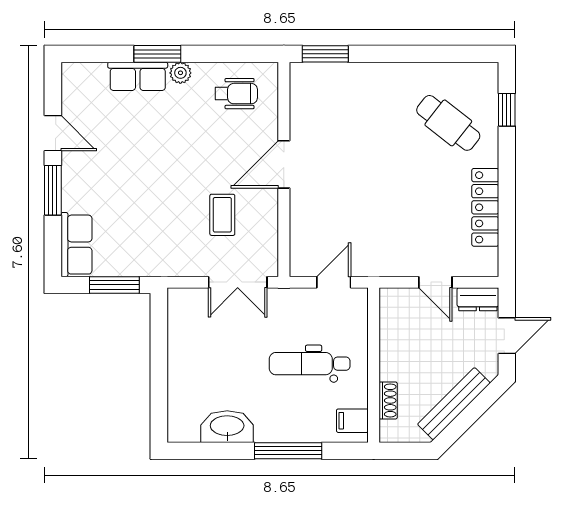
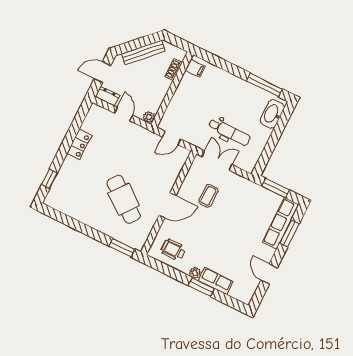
cafe table: (448, 123) -> (124, 199), moved, width x1.37, depth x1.35
window: (53, 190) -> (289, 234), moved
locker: (485, 207) -> (79, 144), width x0.66
row of seats: (76, 245) -> (281, 223), width x1.48
plant: (390, 299) -> (149, 117), added
dental chair: (310, 364) -> (230, 132), moved
washbasin: (227, 427) -> (272, 114), moved, turned 90
window: (288, 451) -> (264, 85), moved

